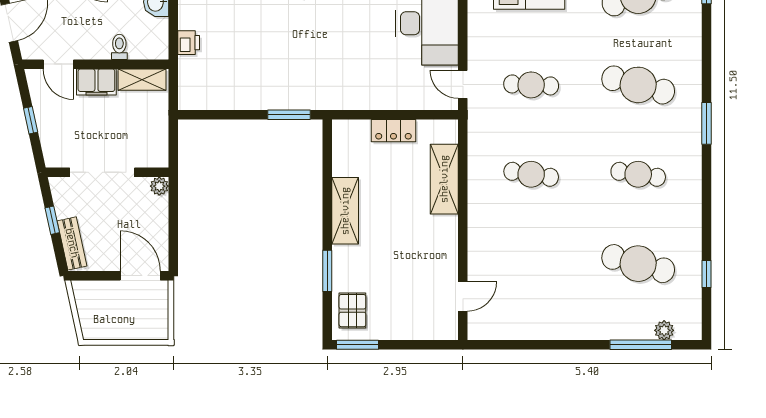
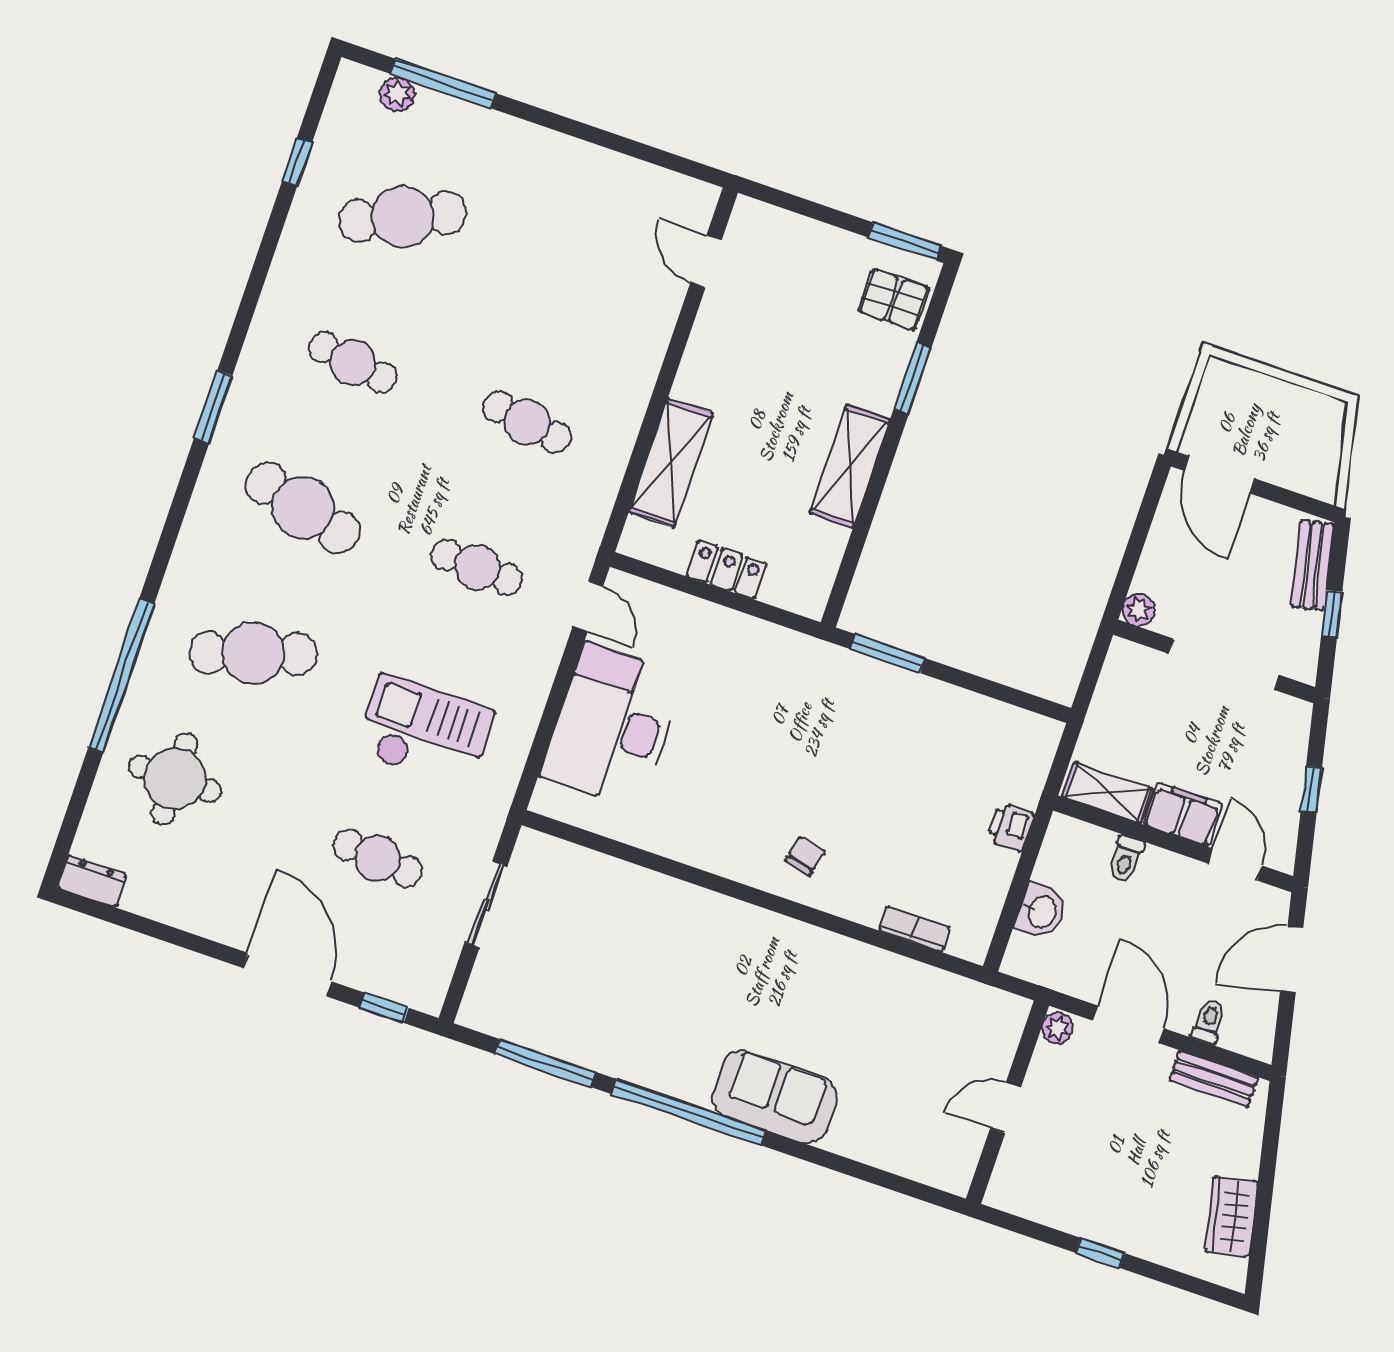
cafe table: (638, 264) -> (402, 217), turned -39
door: (463, 296) -> (706, 261), hinge flipped
pallet: (352, 311) -> (894, 300), turned 90

